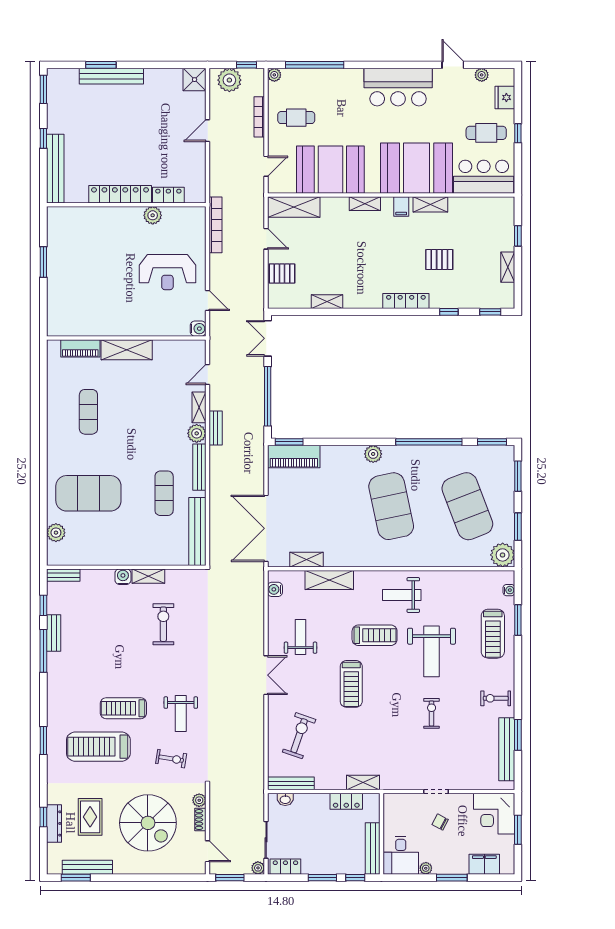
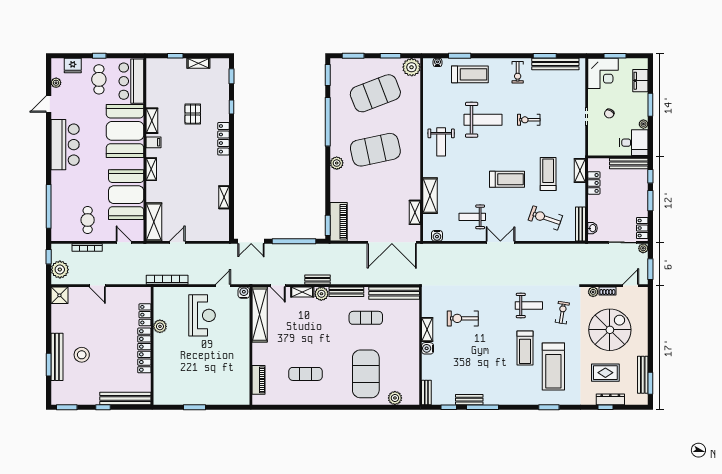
plant: (274, 75) -> (56, 236), removed
stool: (114, 110) -> (82, 355), added
pallet: (282, 274) -> (203, 231), removed
shelving: (127, 350) -> (260, 315), moved, width x1.47
treadmill: (375, 635) -> (548, 174), moved

